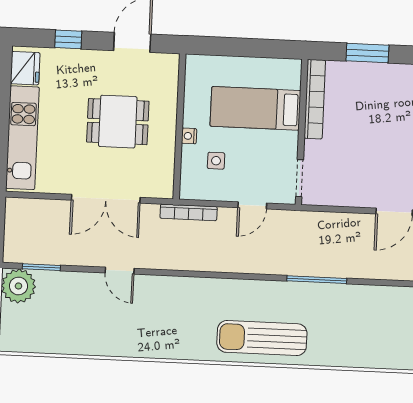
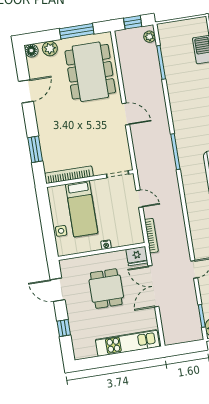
fridge: (25, 68) -> (137, 256), moved, turned 180
side table: (216, 161) -> (61, 231), moved
double door: (106, 199) -> (153, 286), swing flipped

